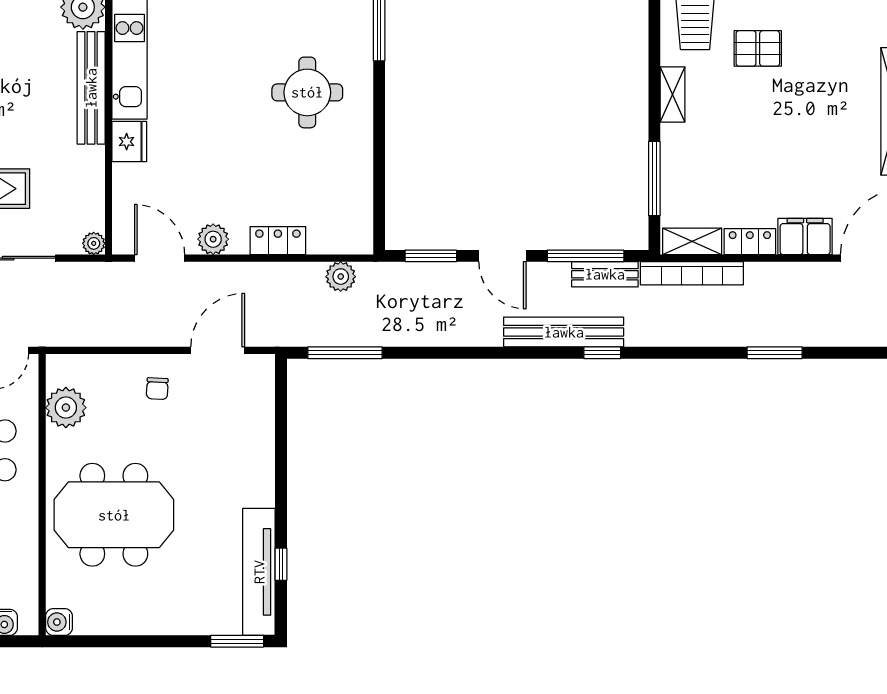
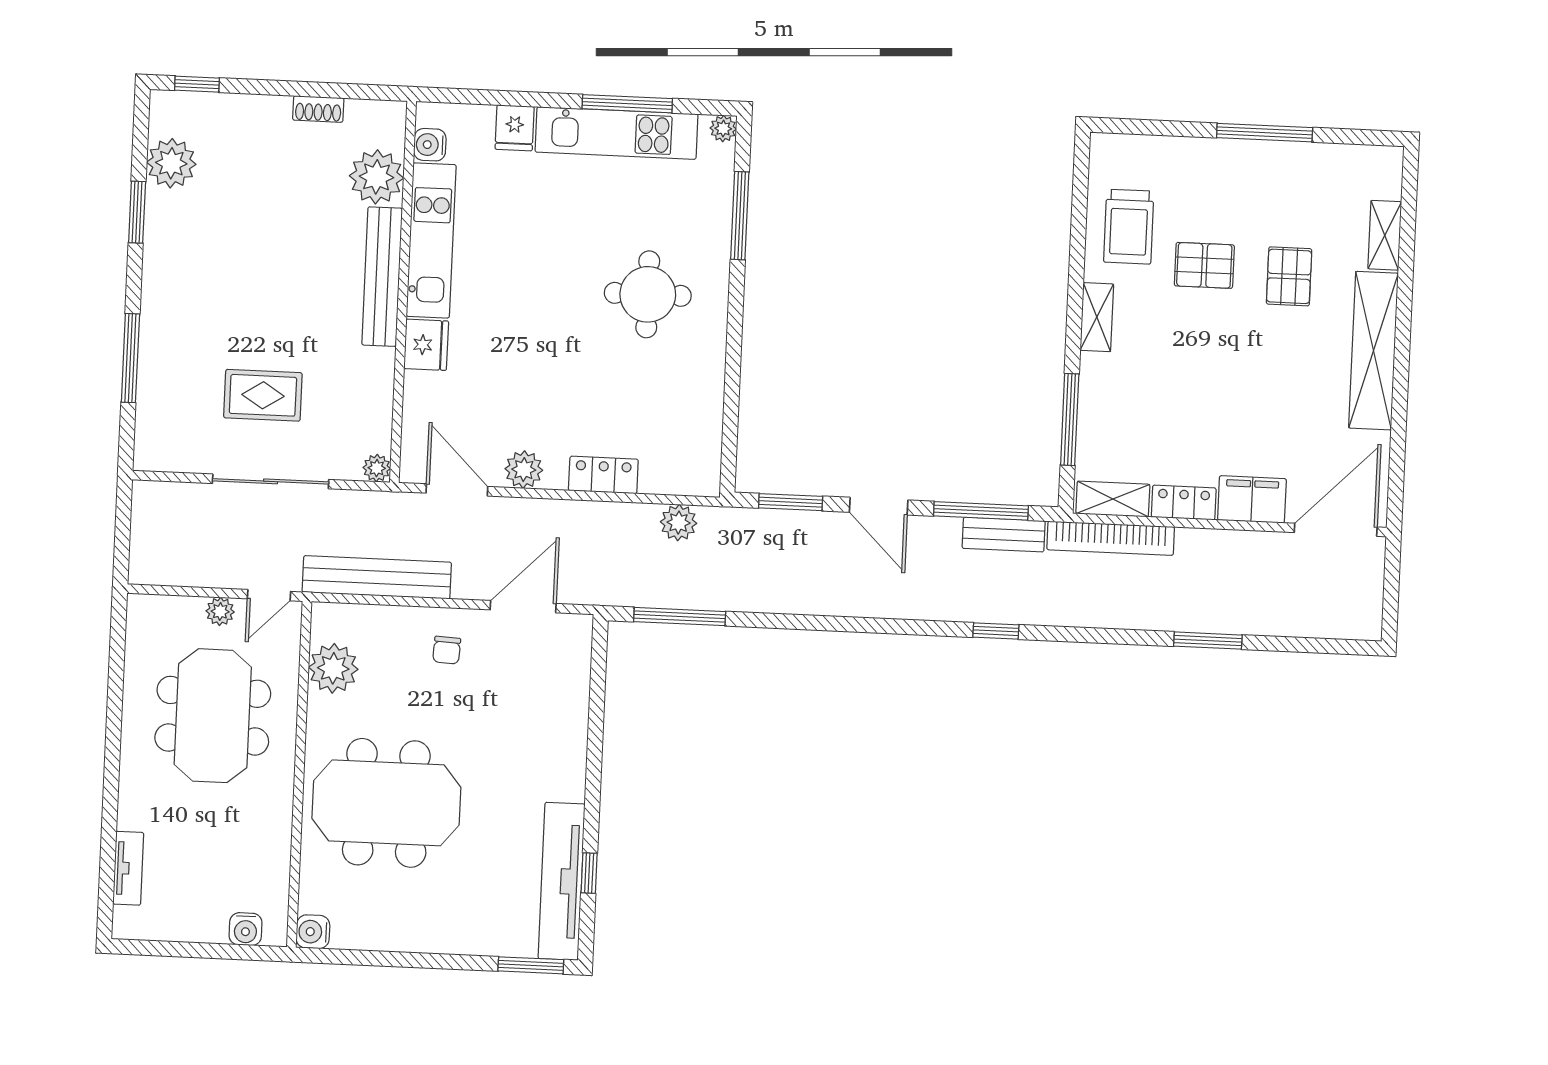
pallet: (827, 54) -> (1289, 276), added
bench: (564, 332) -> (377, 577), moved

